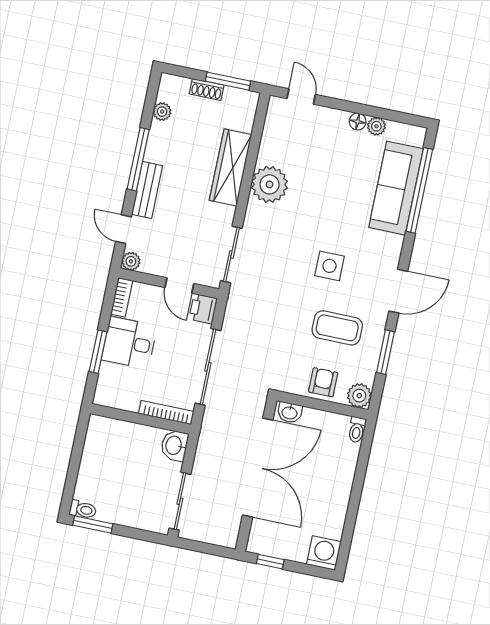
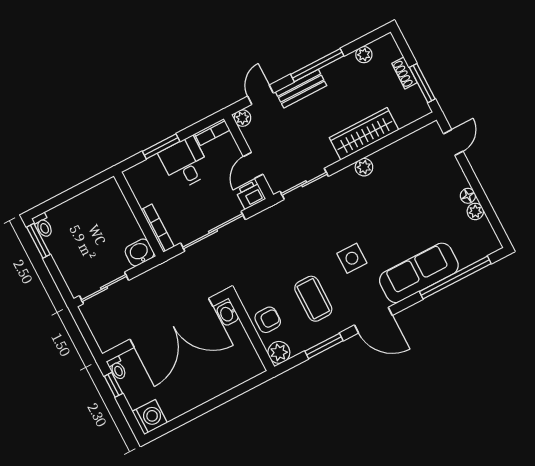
plant: (269, 184) -> (364, 167), width x0.53, depth x0.53
sofa: (396, 188) -> (419, 273), moved
toilet: (357, 430) -> (117, 368), moved, turned -90

